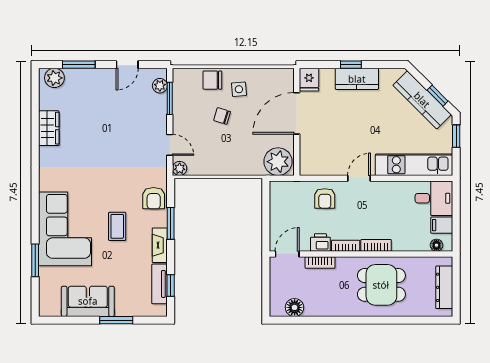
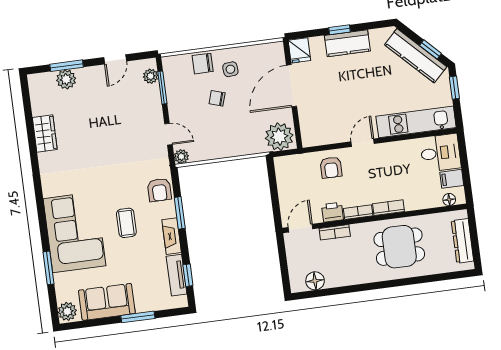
plant: (54, 78) -> (66, 79), moved
plant: (48, 305) -> (67, 311), added

